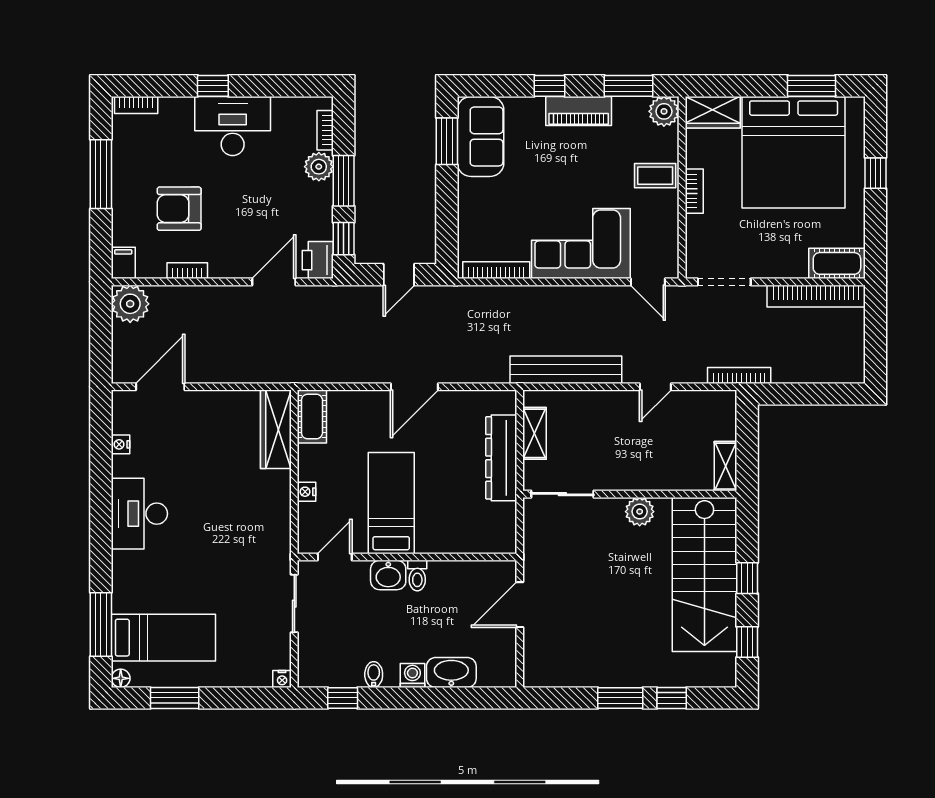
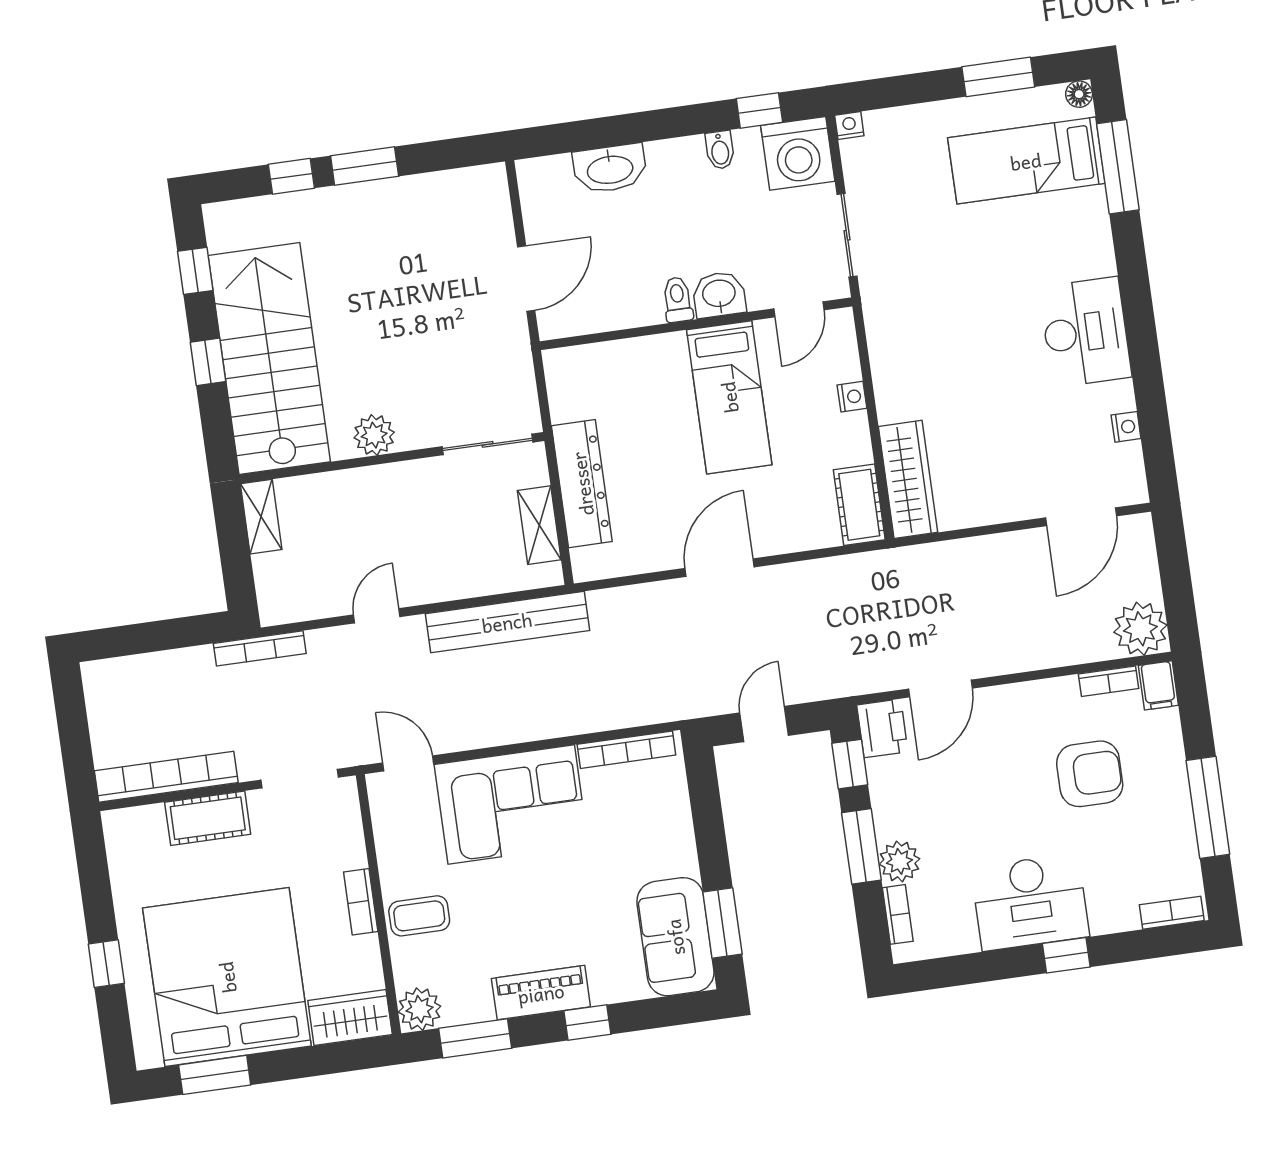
cot: (837, 263) -> (208, 818), moved
bookcase: (187, 271) -> (1108, 681), moved
washing machine: (412, 675) -> (798, 153), moved, width x1.89, depth x1.89

